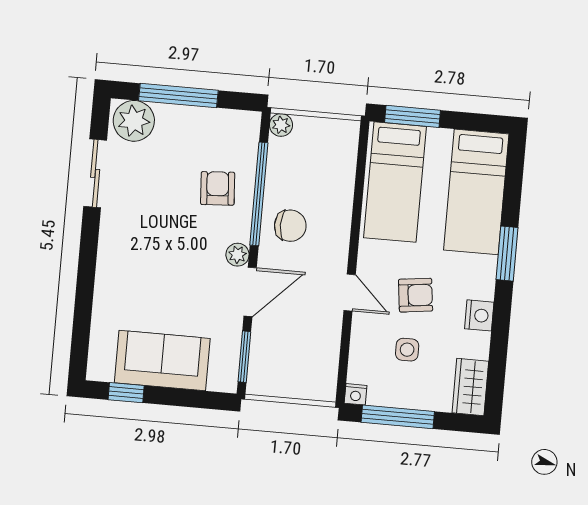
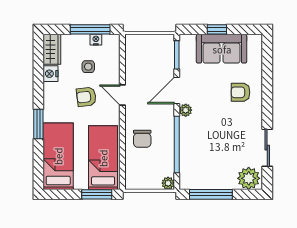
window: (178, 95) -> (211, 194), moved
armchair: (218, 188) -> (241, 92), moved, turned 94
chair: (290, 226) -> (142, 139), moved, turned -90
nightstand: (479, 315) -> (51, 74), moved
window: (126, 393) -> (217, 29), moved
nightstand: (356, 394) -> (96, 40), moved

